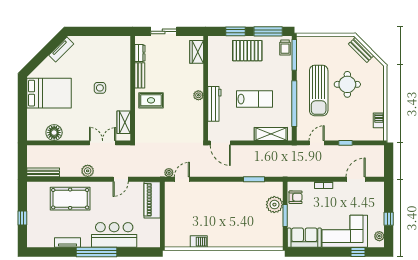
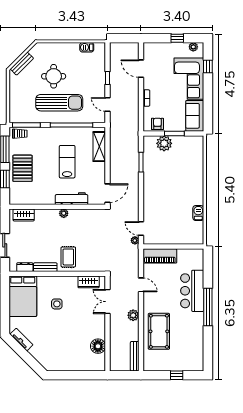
bed: (49, 93) -> (23, 296), moved, turned 180
tv unit: (67, 243) -> (199, 334), removed

